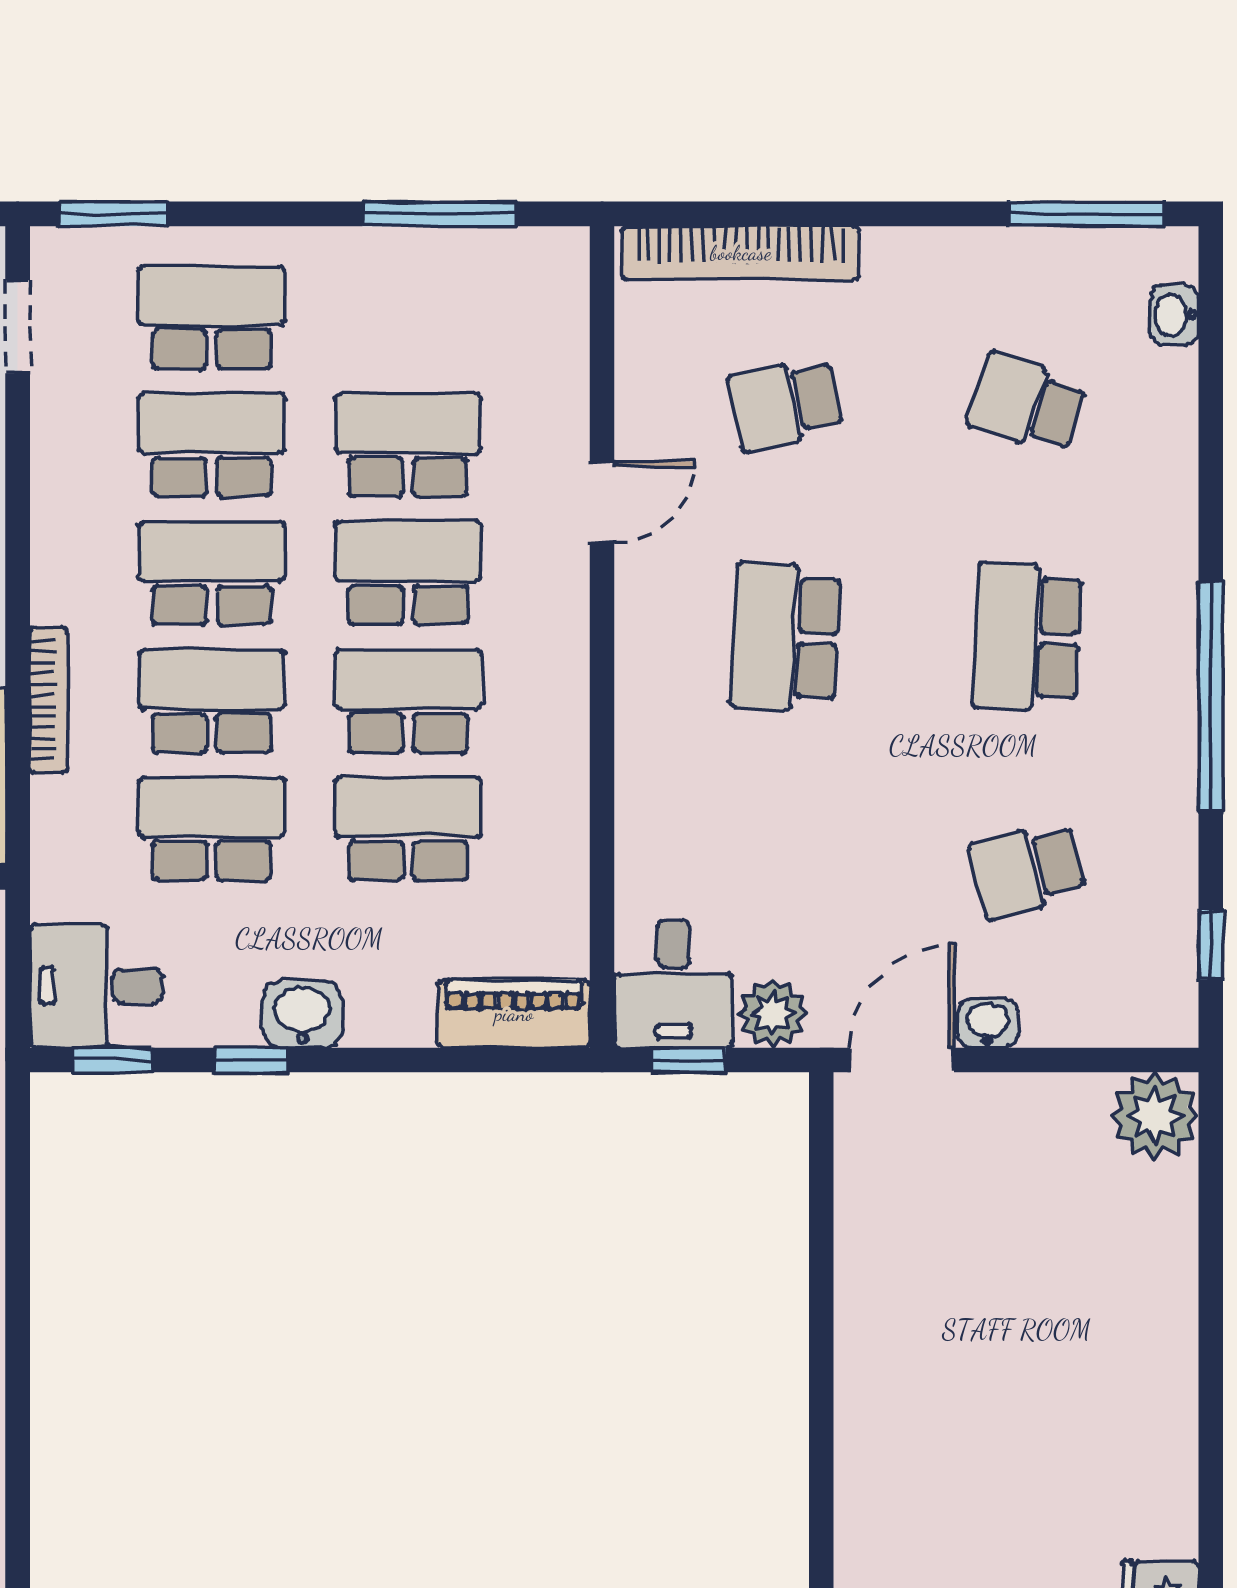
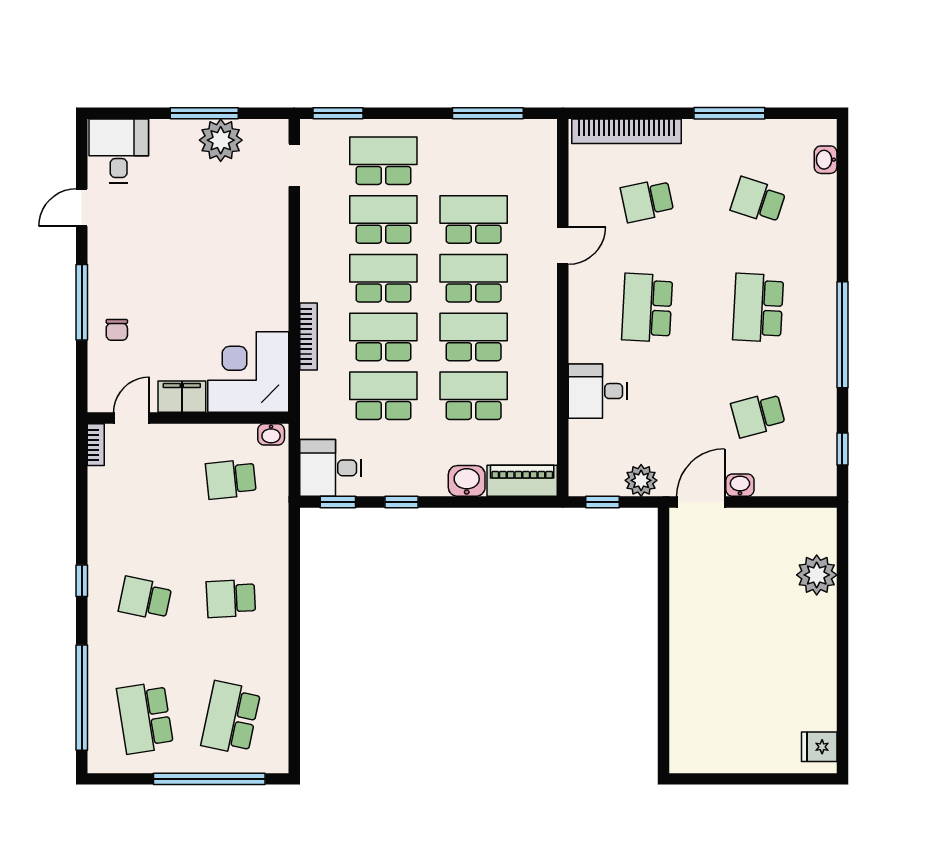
window: (1086, 214) -> (729, 113), moved
desk: (674, 984) -> (598, 391), moved, turned 90
washbasin: (302, 1014) -> (467, 481), moved
plant: (1155, 1116) -> (817, 575), moved

